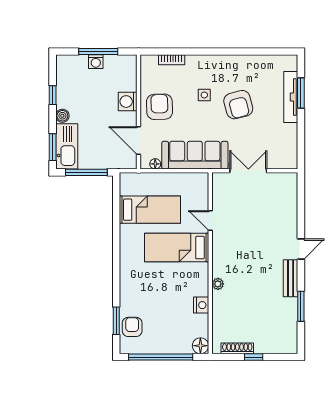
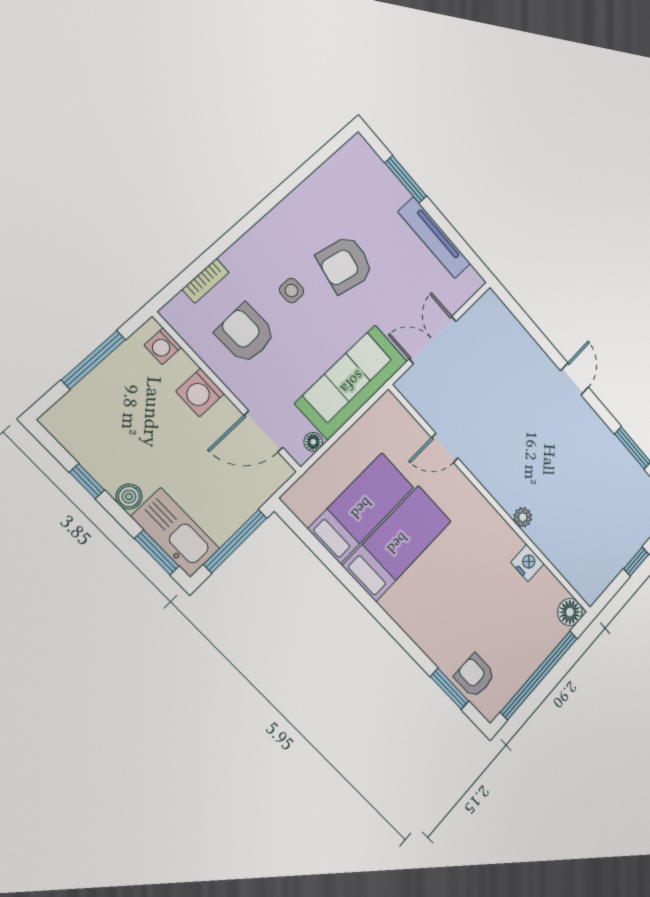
washing machine: (96, 62) -> (163, 346), moved, turned 90
tv unit: (291, 97) -> (434, 238), moved
armchair: (238, 105) -> (345, 264), turned 117
armchair: (159, 107) -> (245, 333), moved
bed: (177, 248) -> (397, 543), moved, turned 180
bench: (291, 278) -> (594, 426), removed
shoe rack: (237, 348) -> (611, 571), removed

